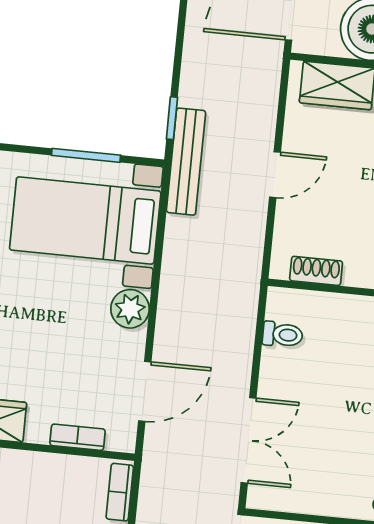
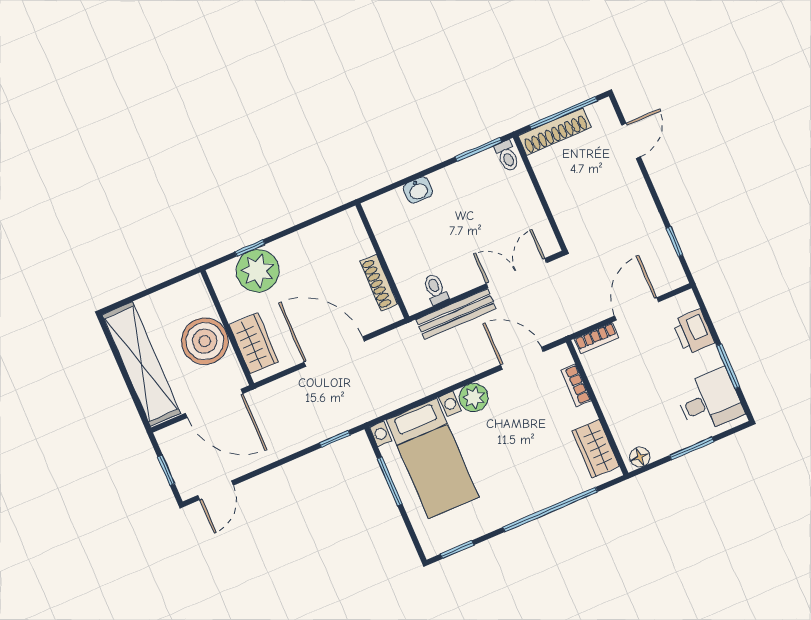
bench: (186, 162) -> (456, 314), moved
door: (275, 175) -> (334, 352), width x1.88
shoe rack: (316, 271) -> (379, 283), width x1.43

